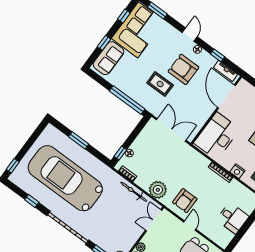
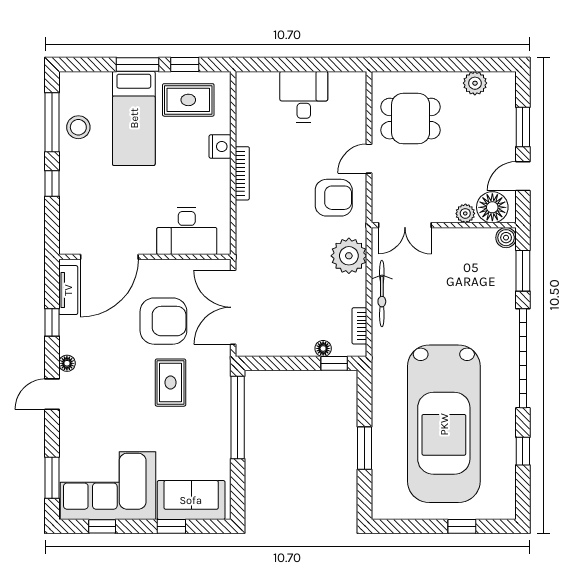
armchair: (183, 69) -> (163, 321), moved, turned -90
desk: (217, 136) -> (187, 231), width x0.73, depth x0.77
window: (13, 166) -> (462, 526), moved

